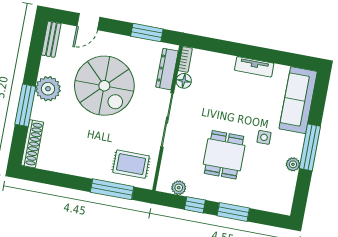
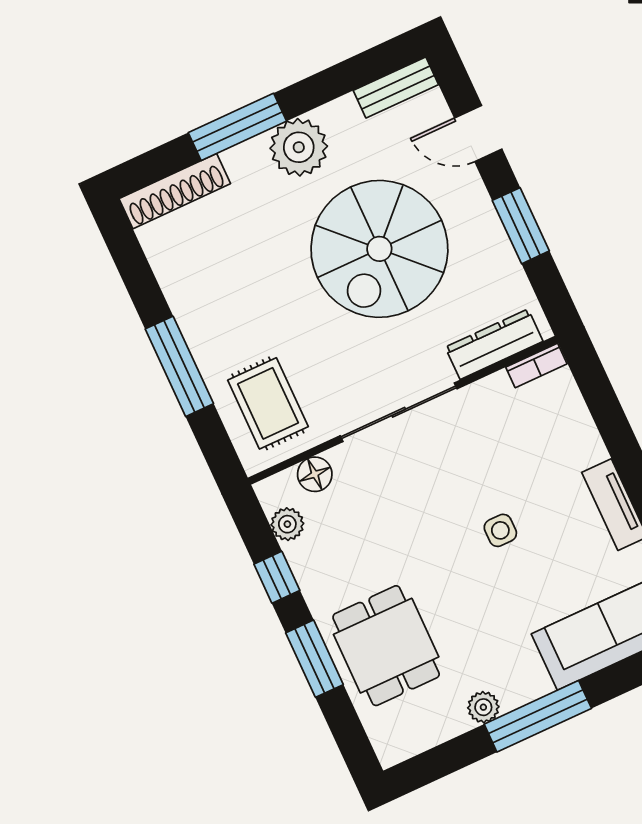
window: (147, 33) -> (521, 226), moved
floor lamp: (184, 81) -> (315, 474), moved
side table: (264, 137) -> (500, 530), moved
dining table: (224, 155) -> (386, 646), moved, turned 90
window: (112, 189) -> (179, 366), moved

